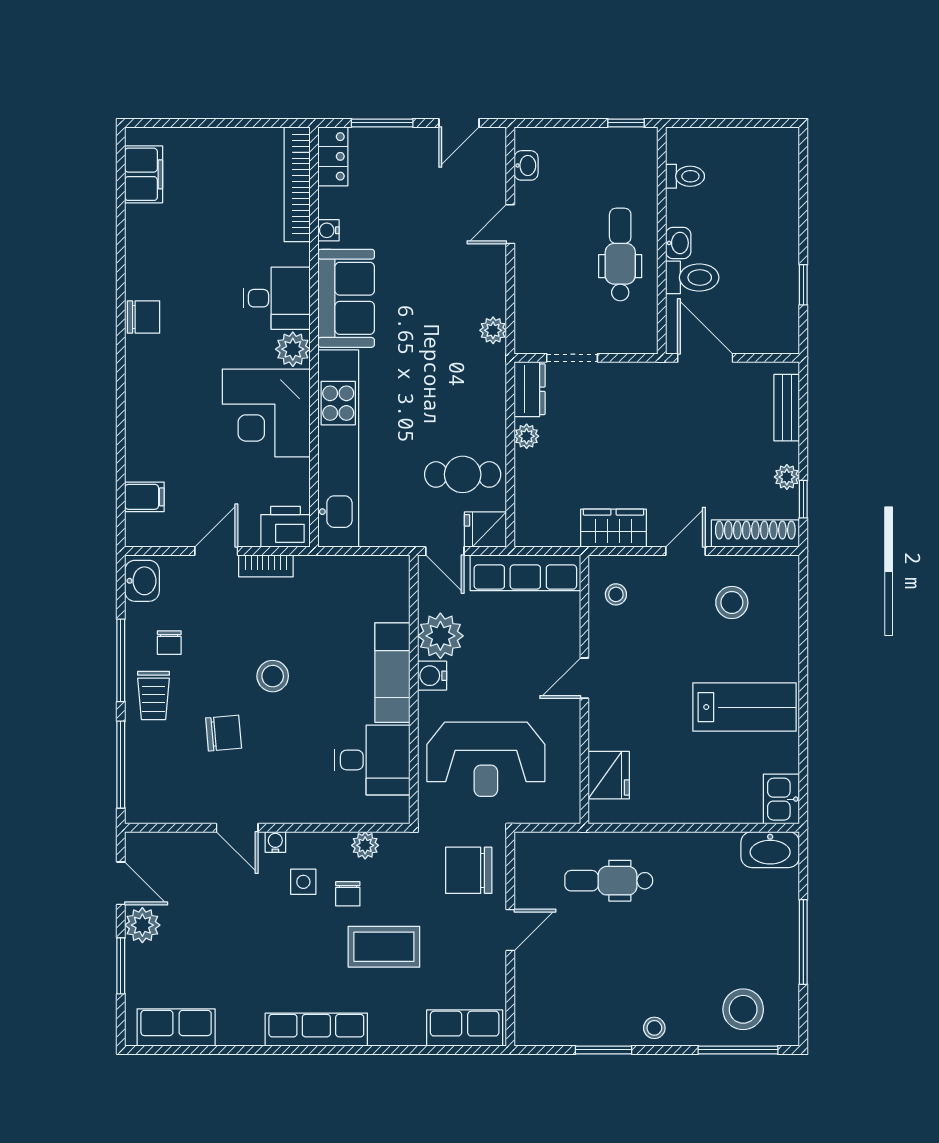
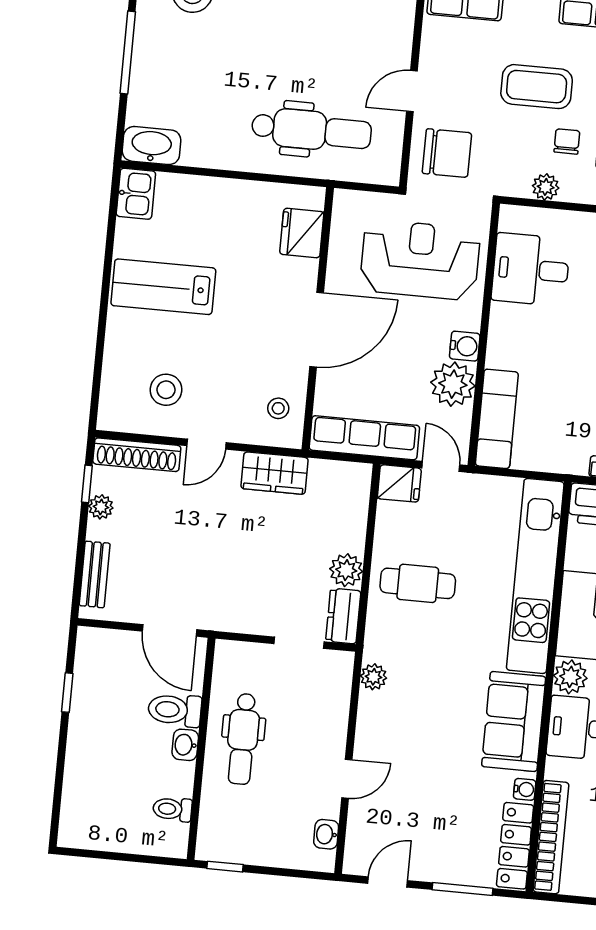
locker: (333, 156) -> (515, 846), width x1.53
plant: (527, 436) -> (346, 570), width x1.38, depth x1.38
cafe table: (463, 474) -> (418, 583), moved
exam couch: (392, 673) -> (497, 419), moved
door: (584, 678) -> (317, 330), width x1.87
dental chair: (609, 881) -> (311, 130), width x1.36, depth x1.38

